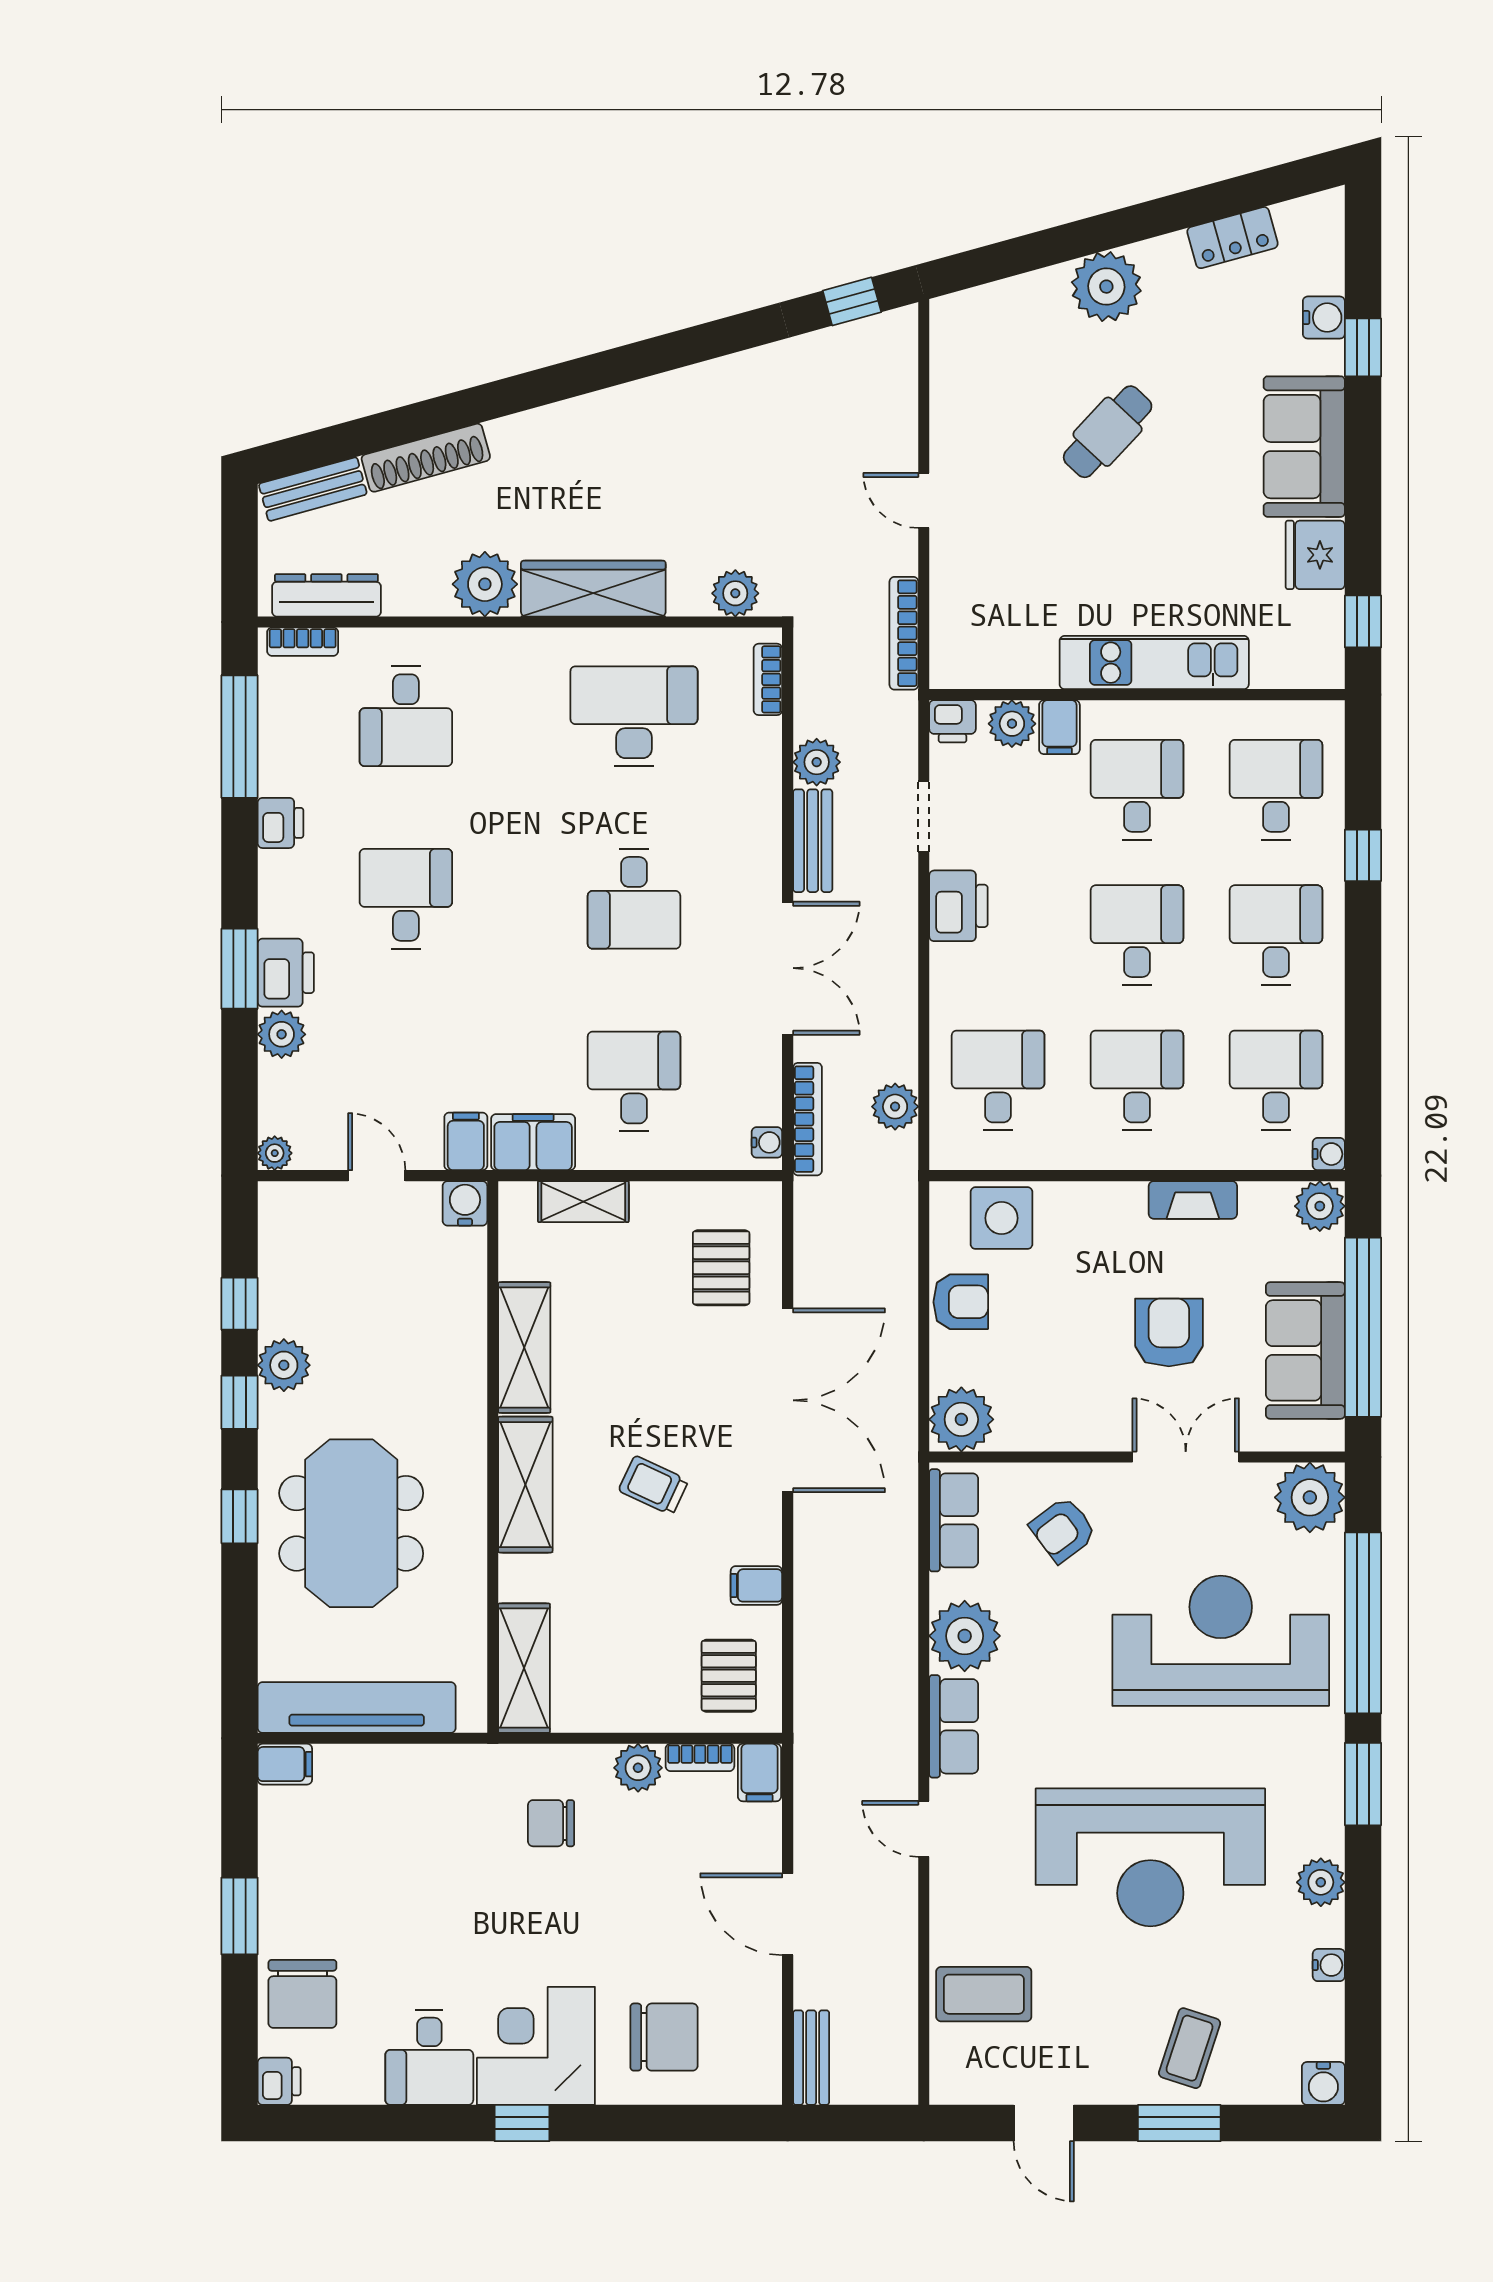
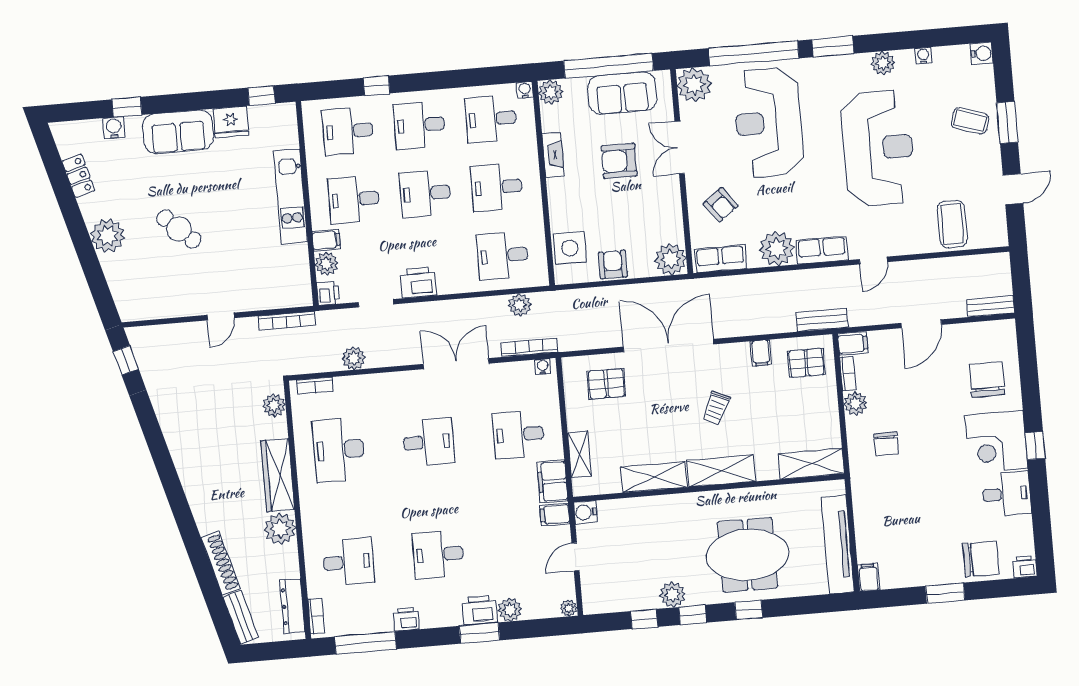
bench: (813, 841) -> (822, 320), moved

